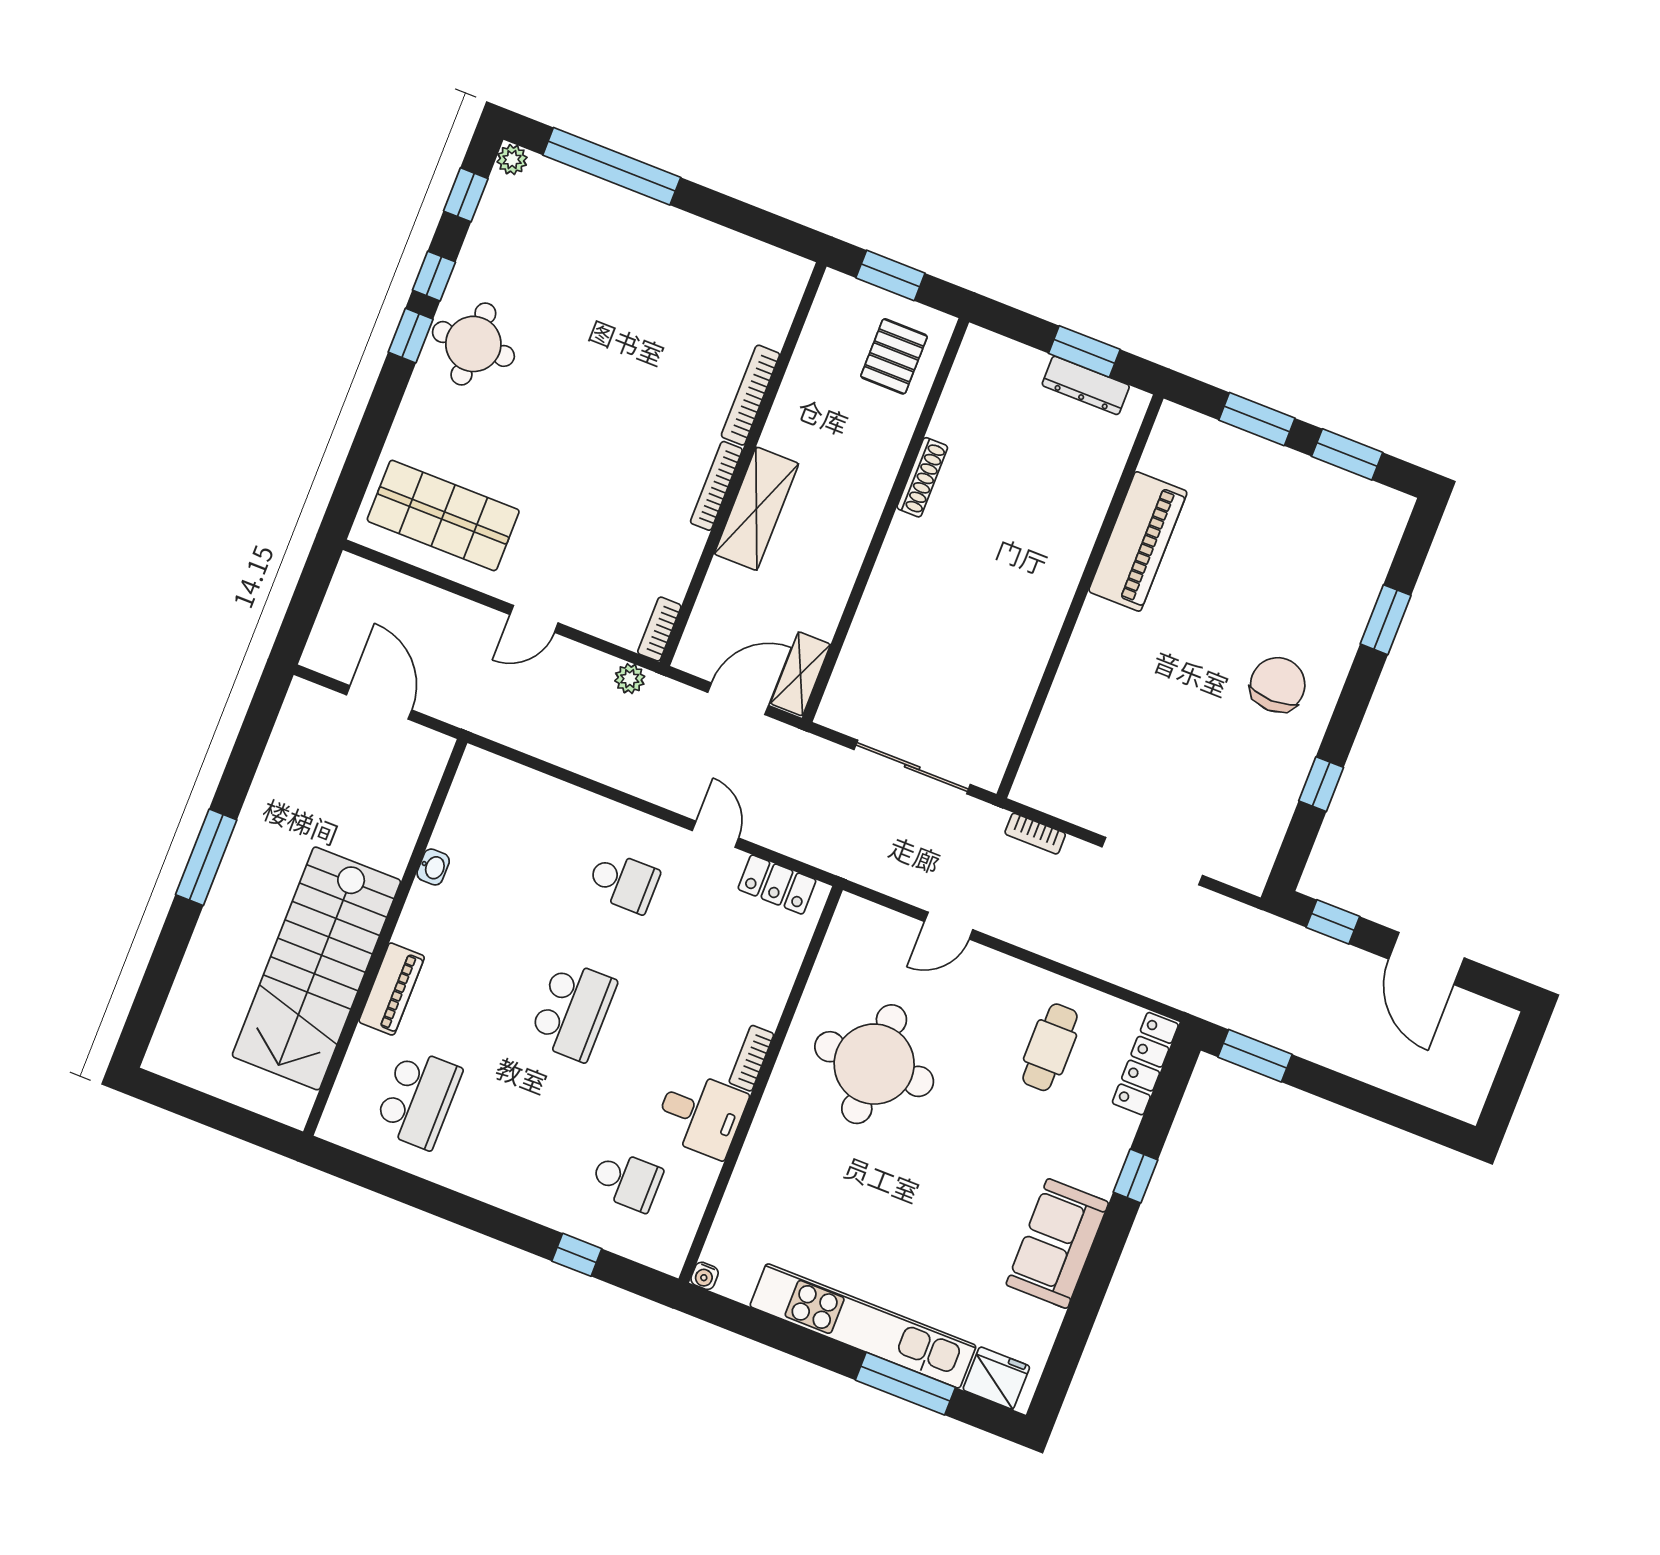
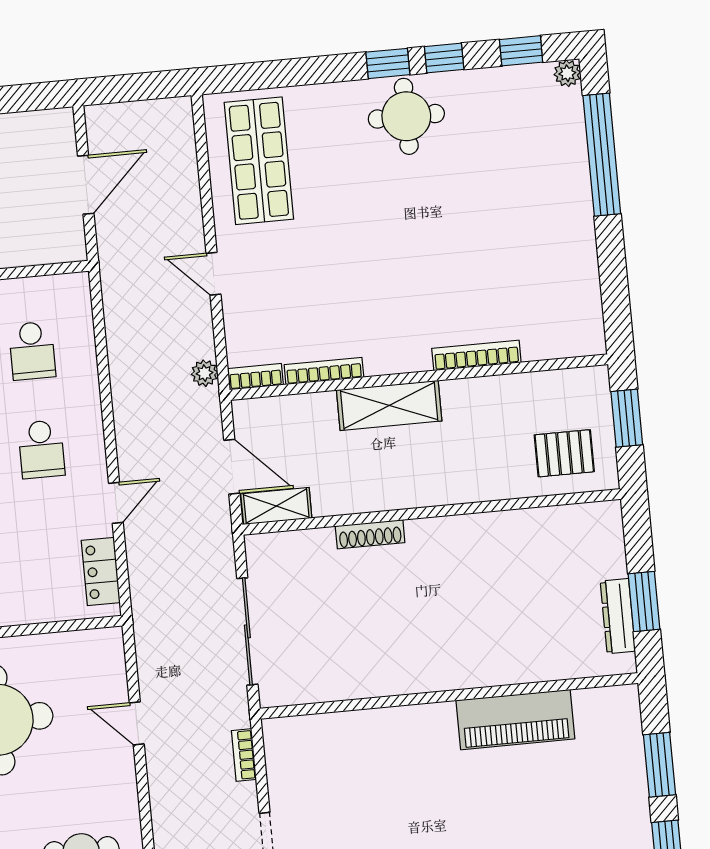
shoe rack: (922, 477) -> (370, 534), moved
bookcase: (716, 486) -> (324, 371), moved
school desk: (519, 841) -> (32, 351), added

